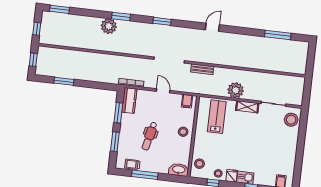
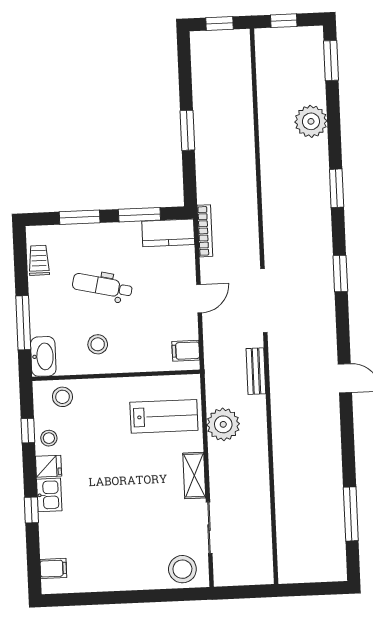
plant: (109, 26) -> (311, 121), moved
window: (64, 81) -> (187, 130), moved
plant: (236, 90) -> (223, 424), moved
stool: (183, 132) -> (98, 344), moved
window: (145, 175) -> (23, 323), moved

